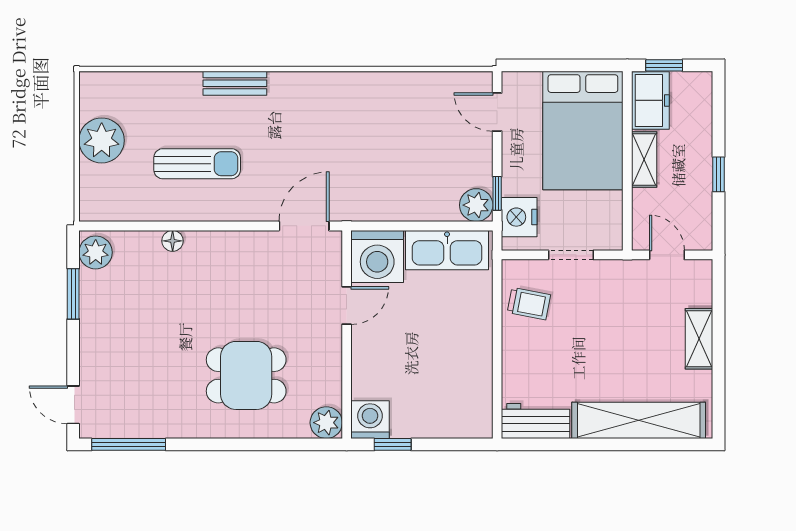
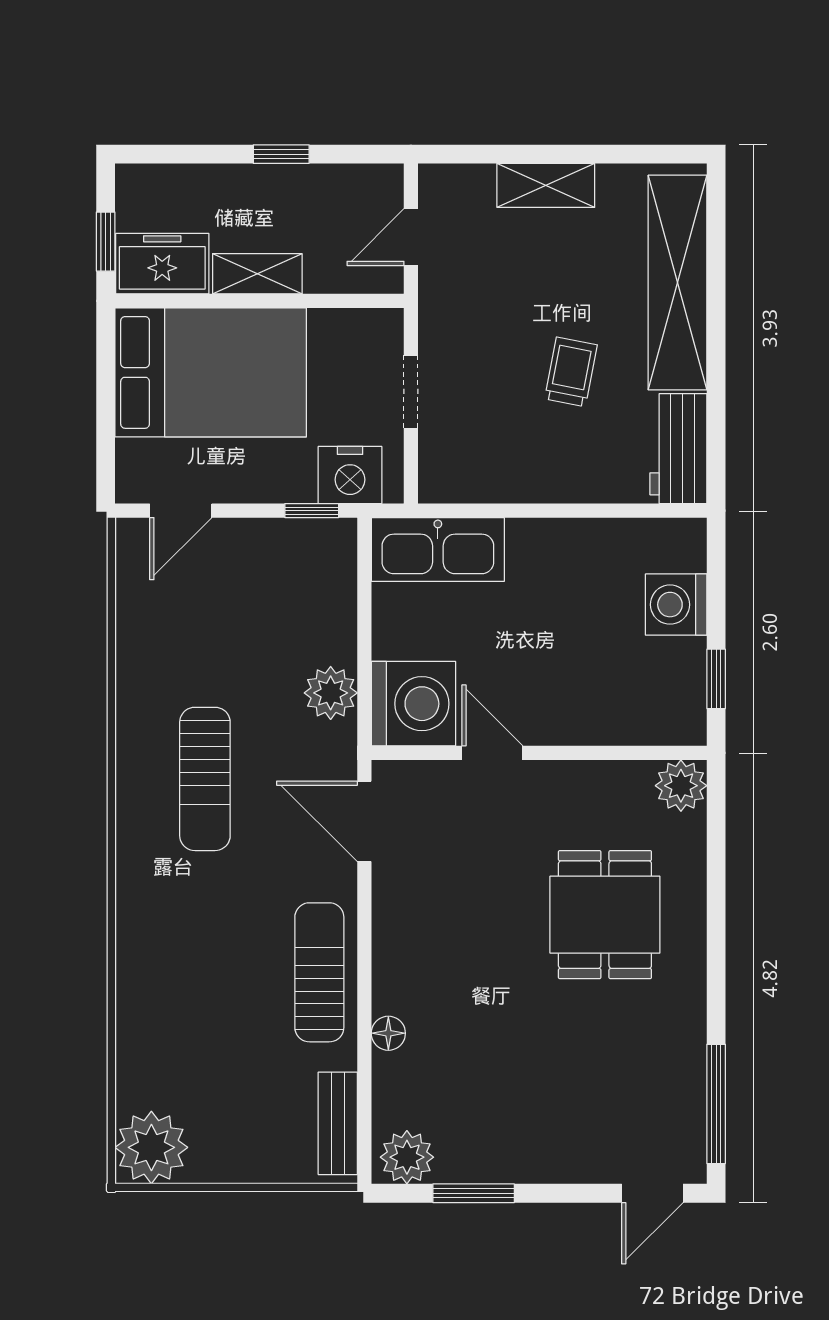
bench: (235, 83) -> (338, 1123), moved
sun lounger: (330, 127) -> (205, 779), added
plant: (102, 140) -> (151, 1147), moved
sun lounger: (197, 164) -> (319, 972), moved
plant: (476, 205) -> (331, 693), moved
kitchen sink: (447, 250) -> (438, 549), moved, turned 90
trolley: (529, 304) -> (571, 372), moved
washing machine: (370, 420) -> (676, 605), moved

